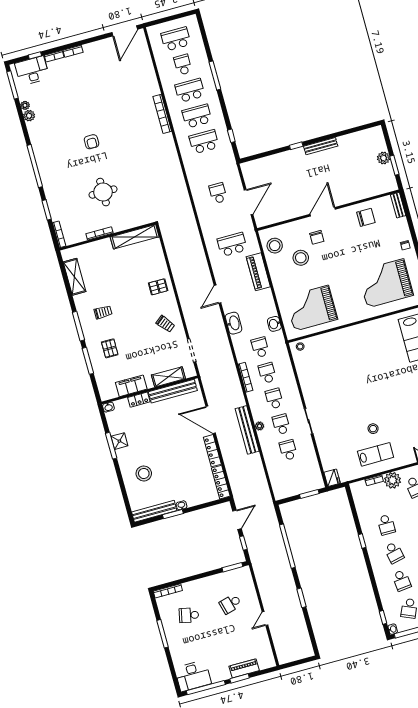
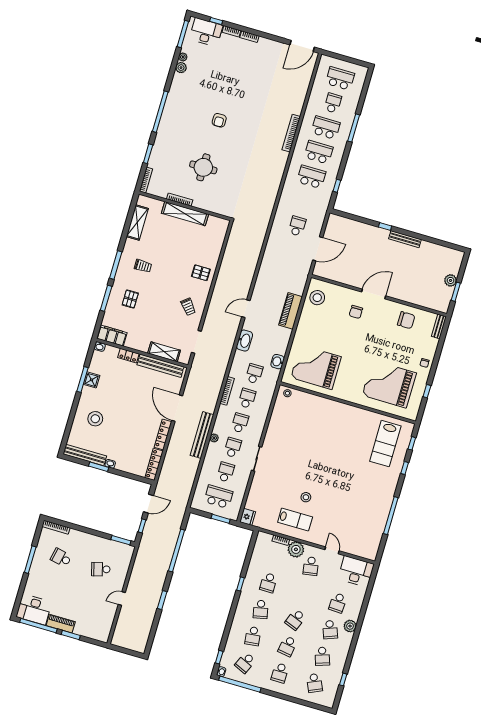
shelving: (135, 237) -> (185, 214), moved
school desk: (232, 245) -> (218, 497), moved
stool: (301, 258) -> (332, 321), removed
filing cabinet: (131, 386) -> (112, 336), moved
piano: (244, 668) -> (61, 624), moved

